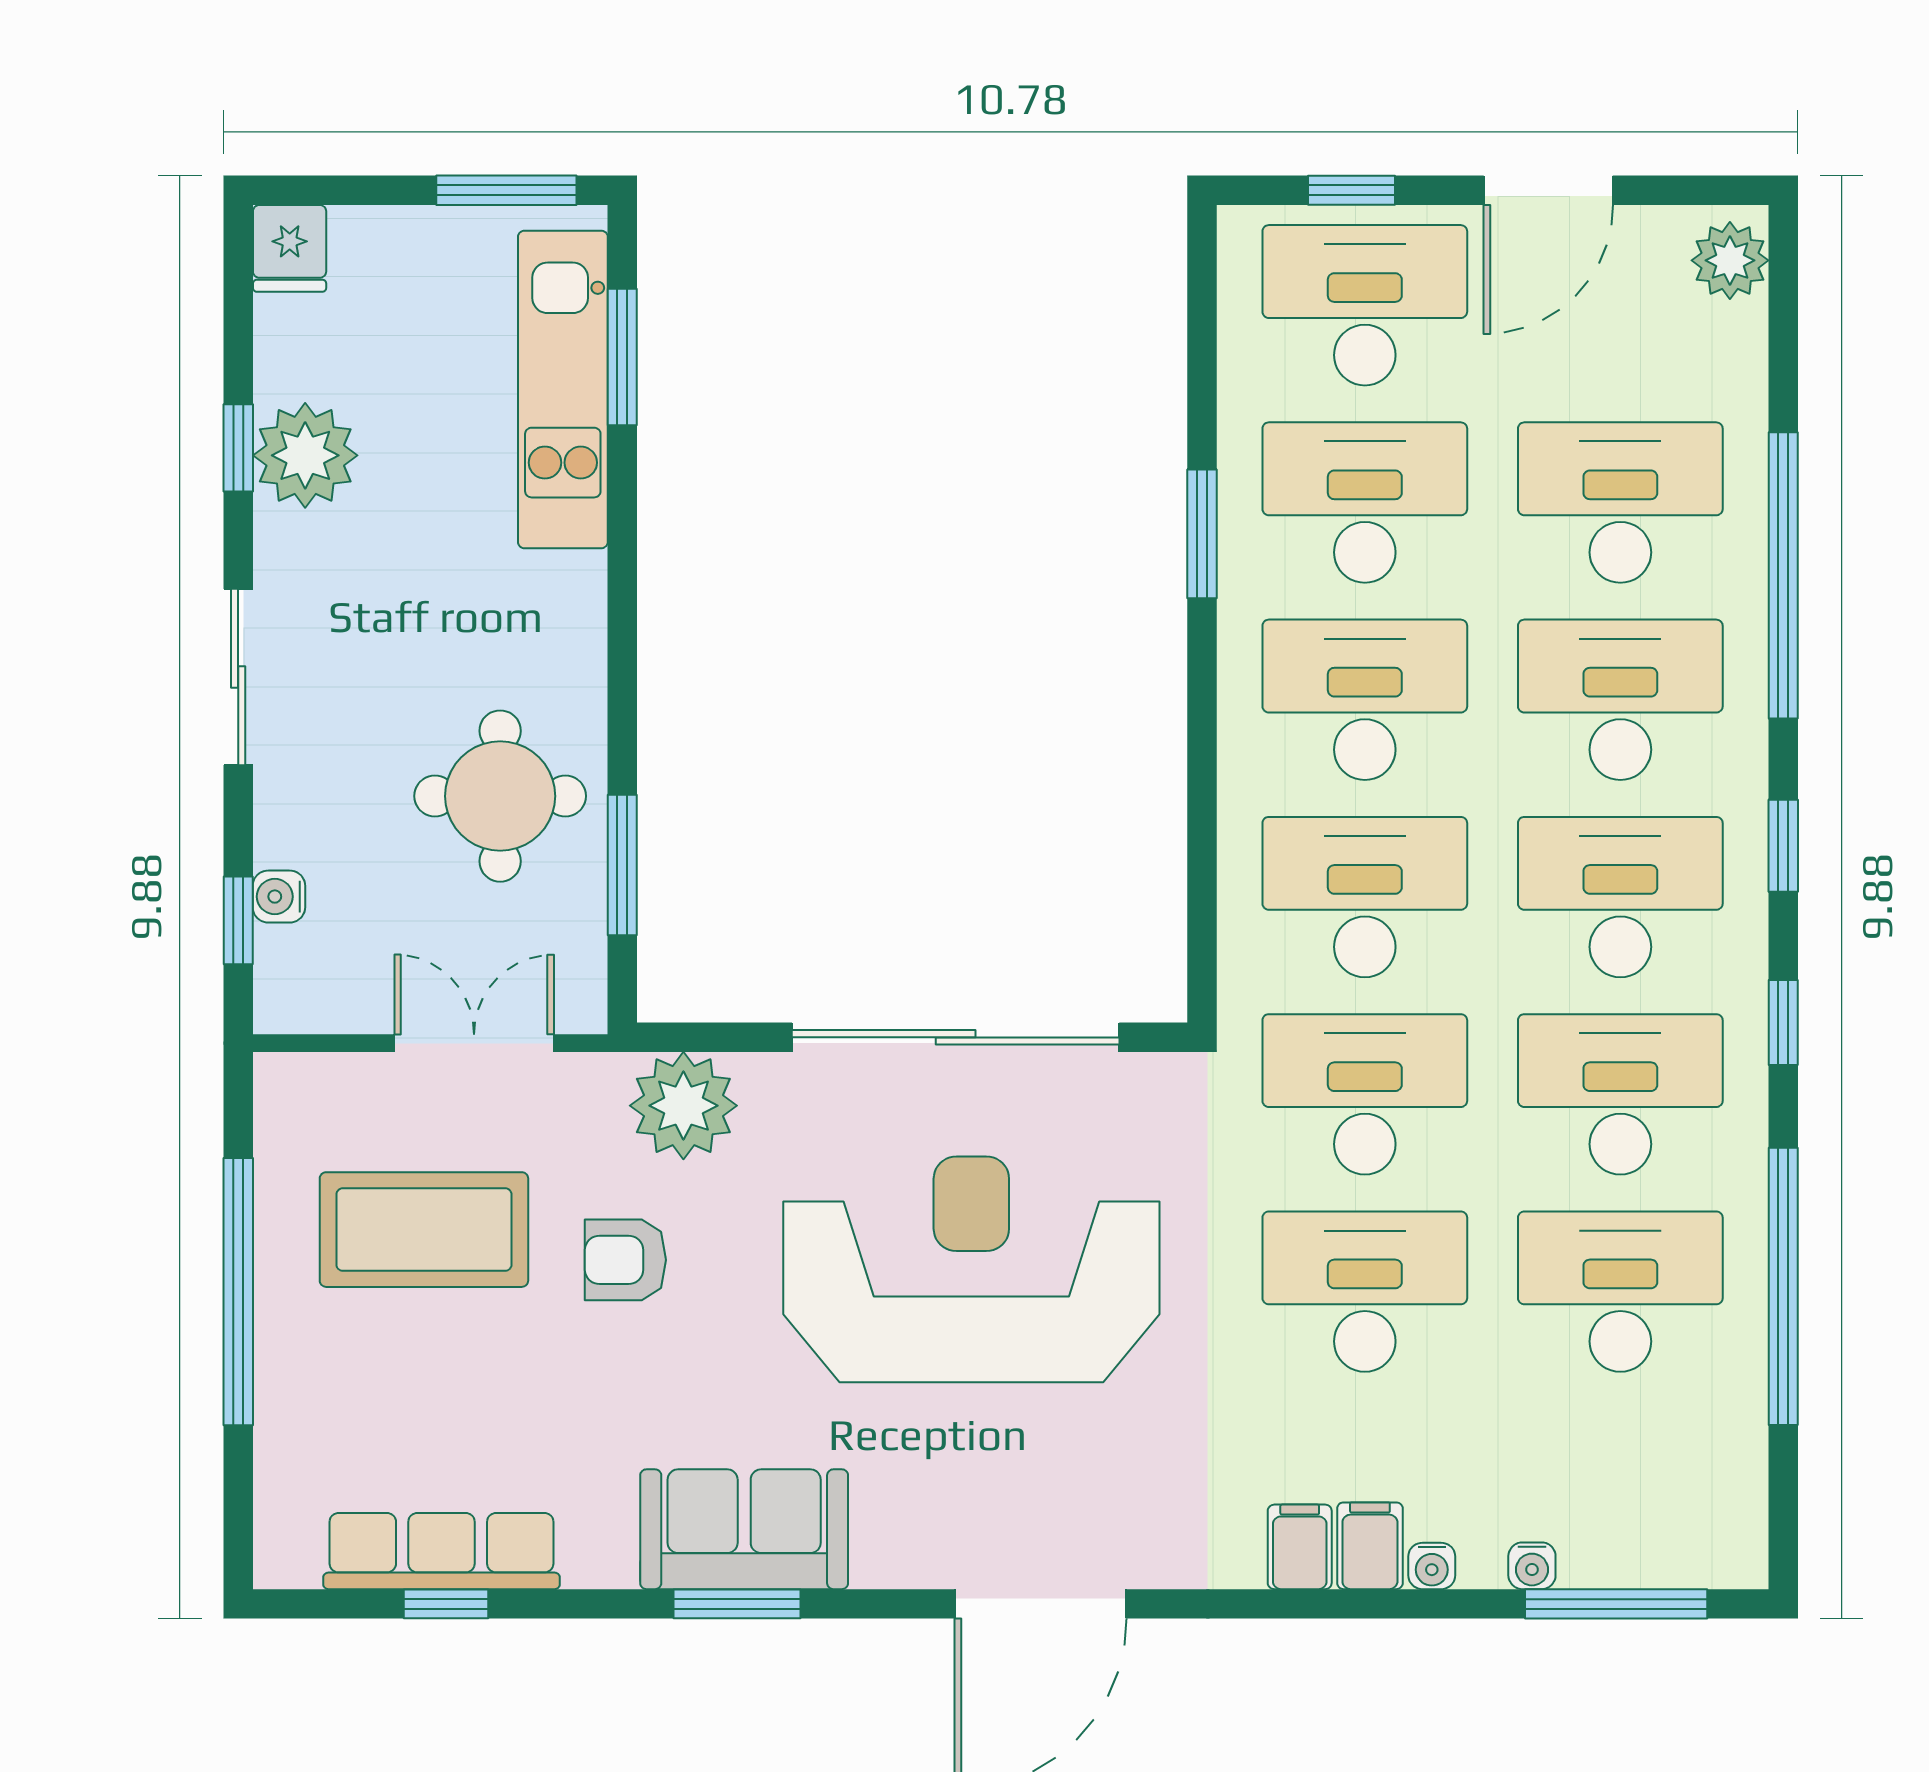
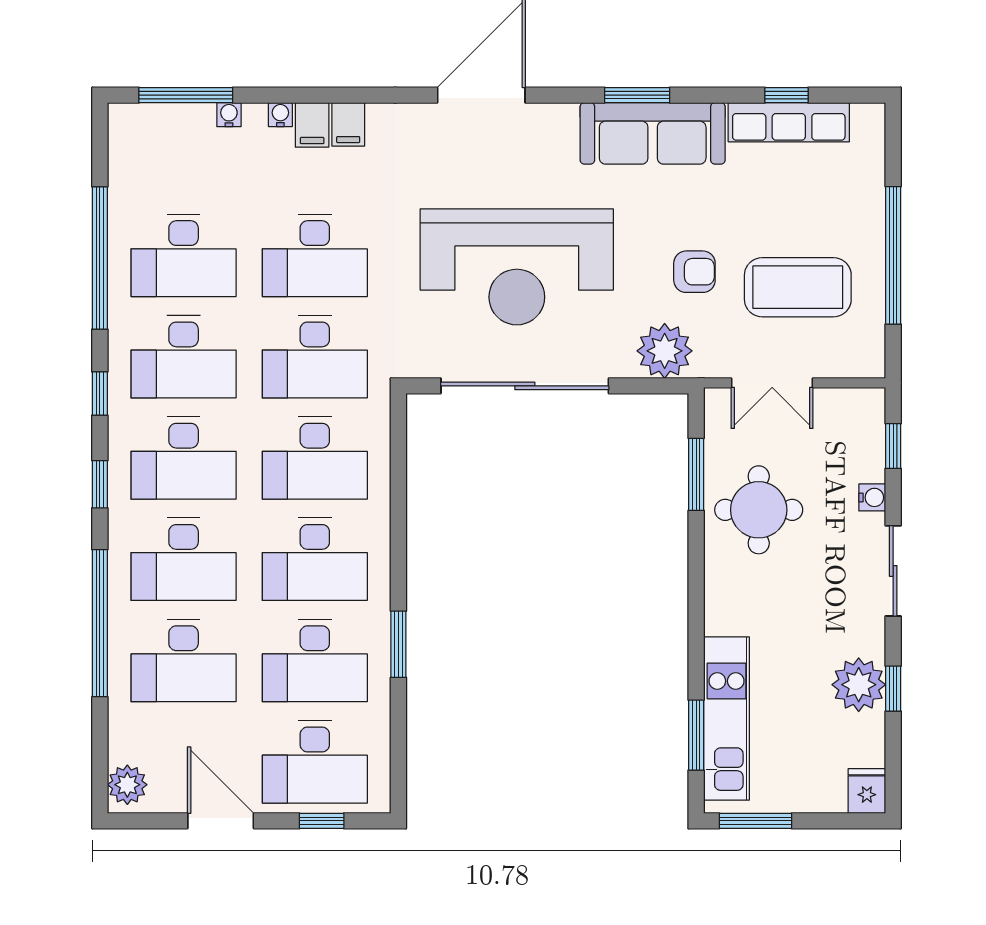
door: (1548, 190) -> (221, 821), hinge flipped
water cooler: (279, 897) -> (872, 497), moved
sofa: (744, 1529) -> (653, 133), width x1.36

